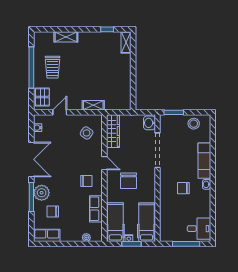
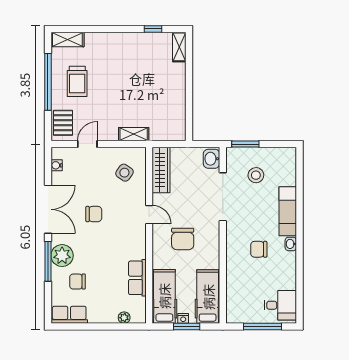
shelving: (66, 37) -> (67, 39), moved
stool: (194, 124) -> (256, 175), moved
chair: (86, 181) -> (94, 214), moved

